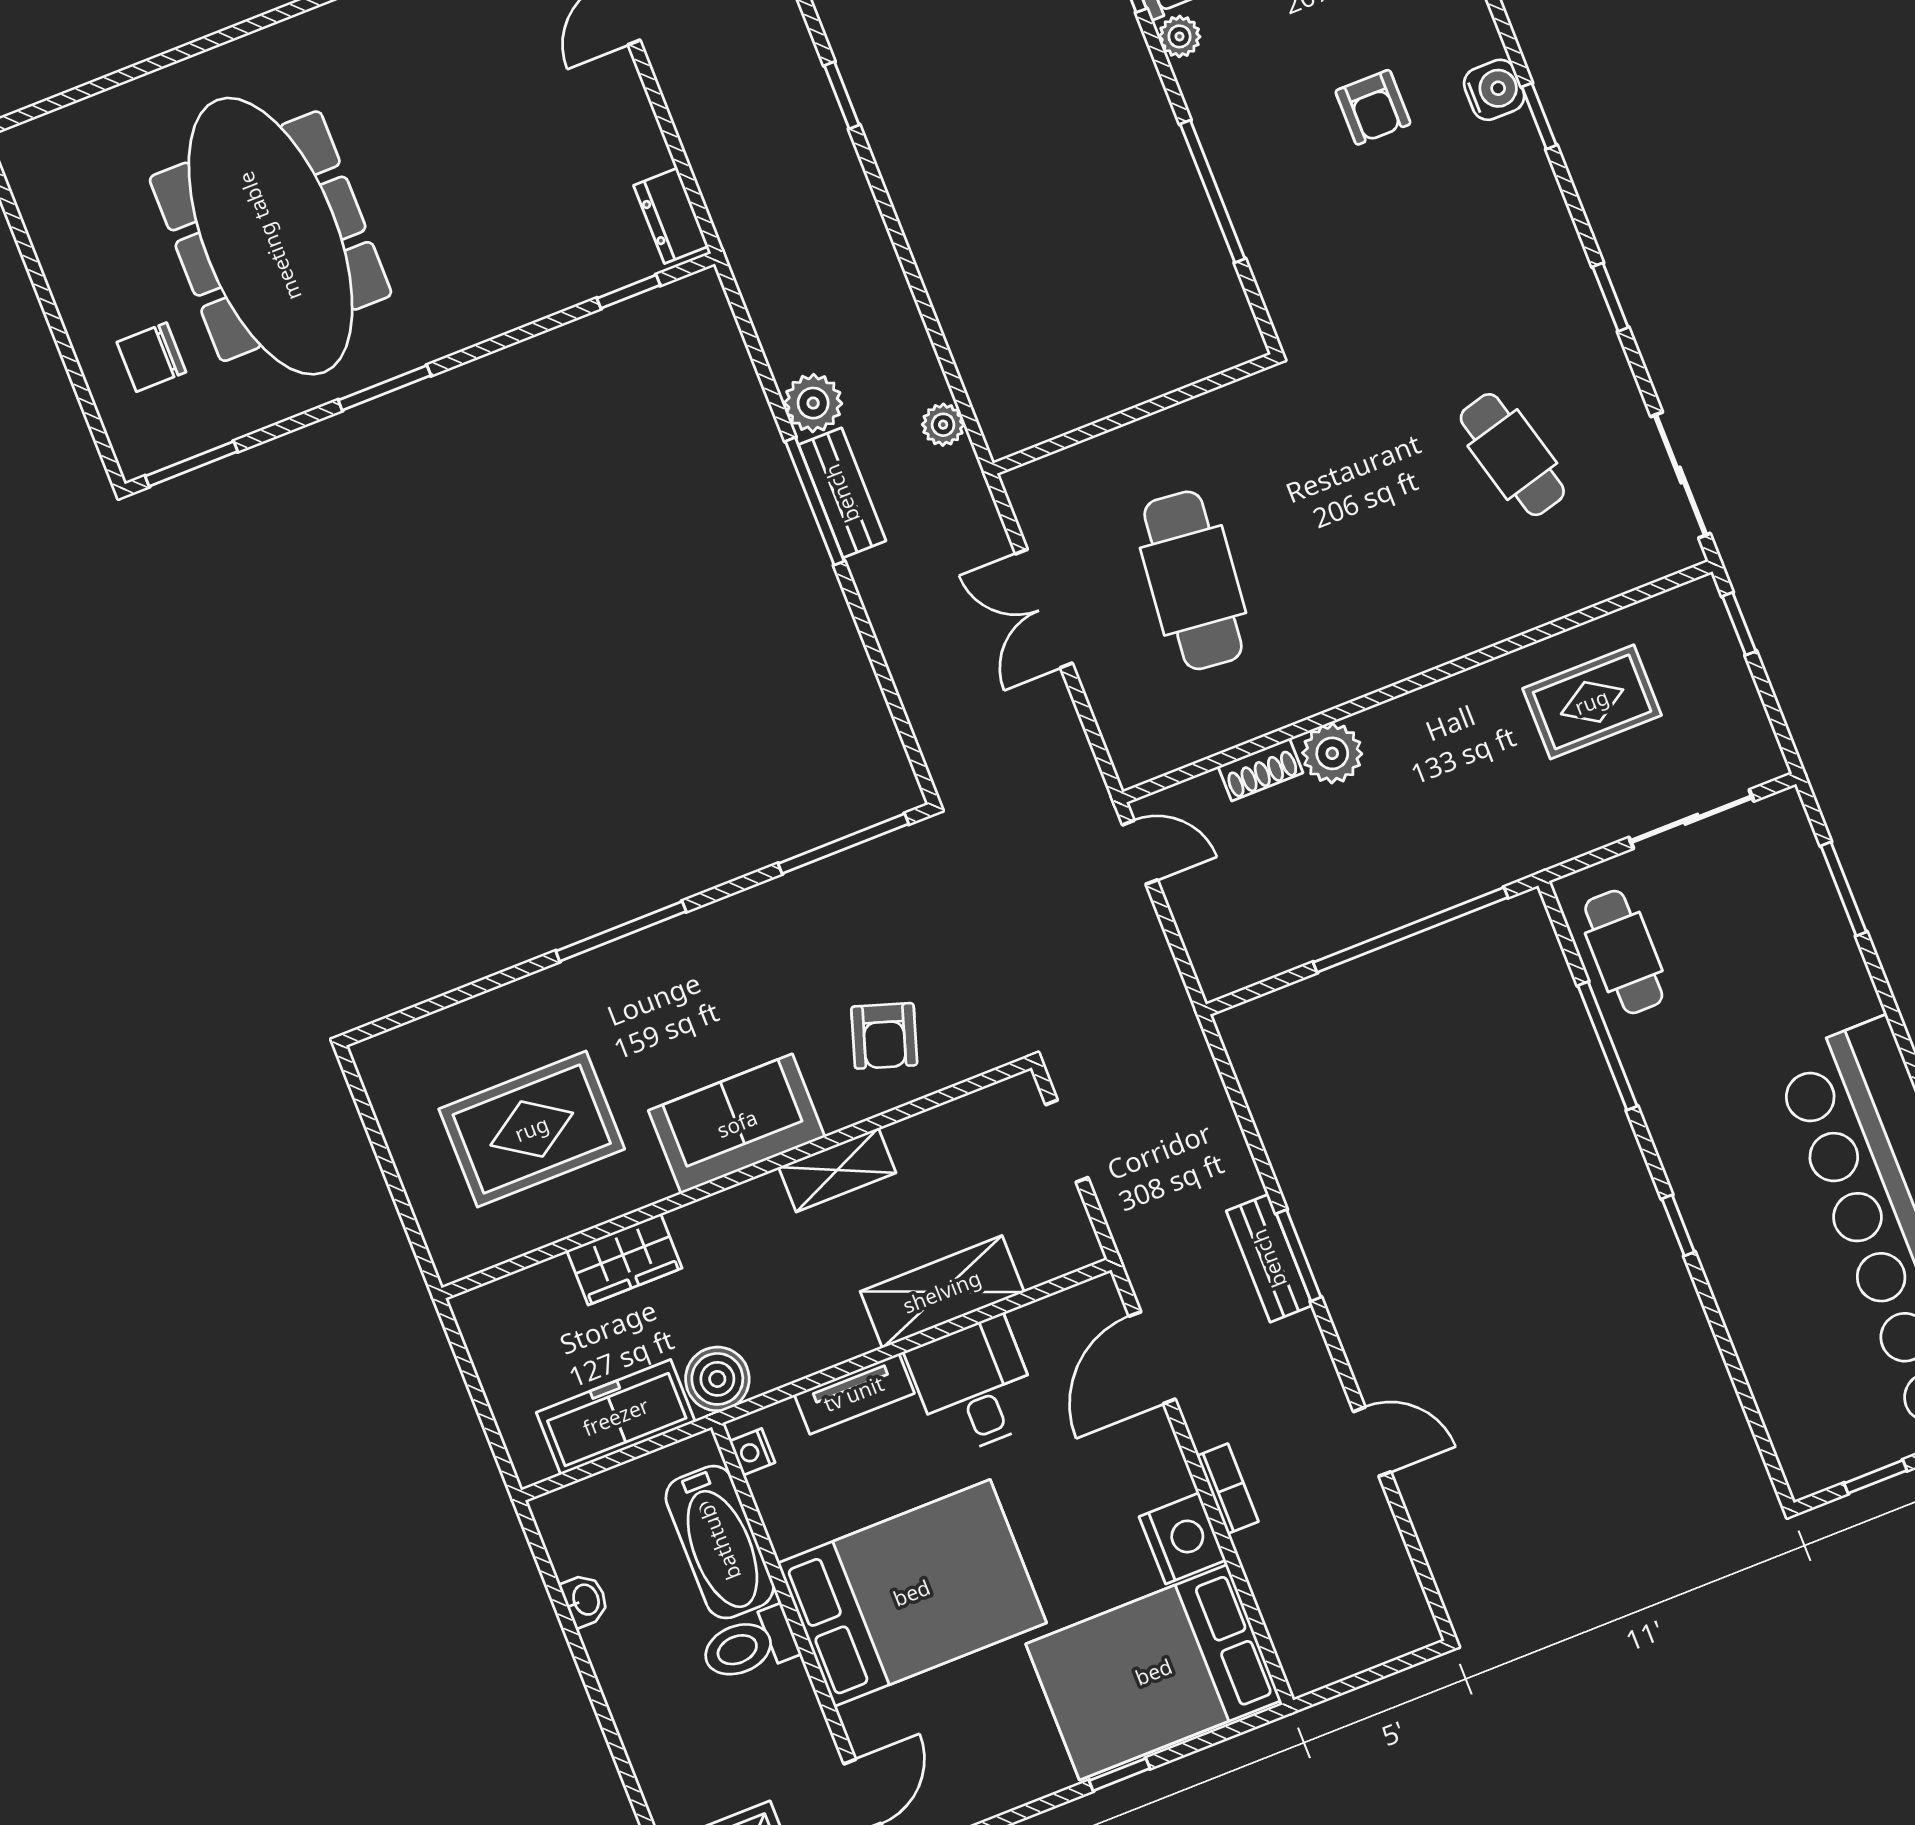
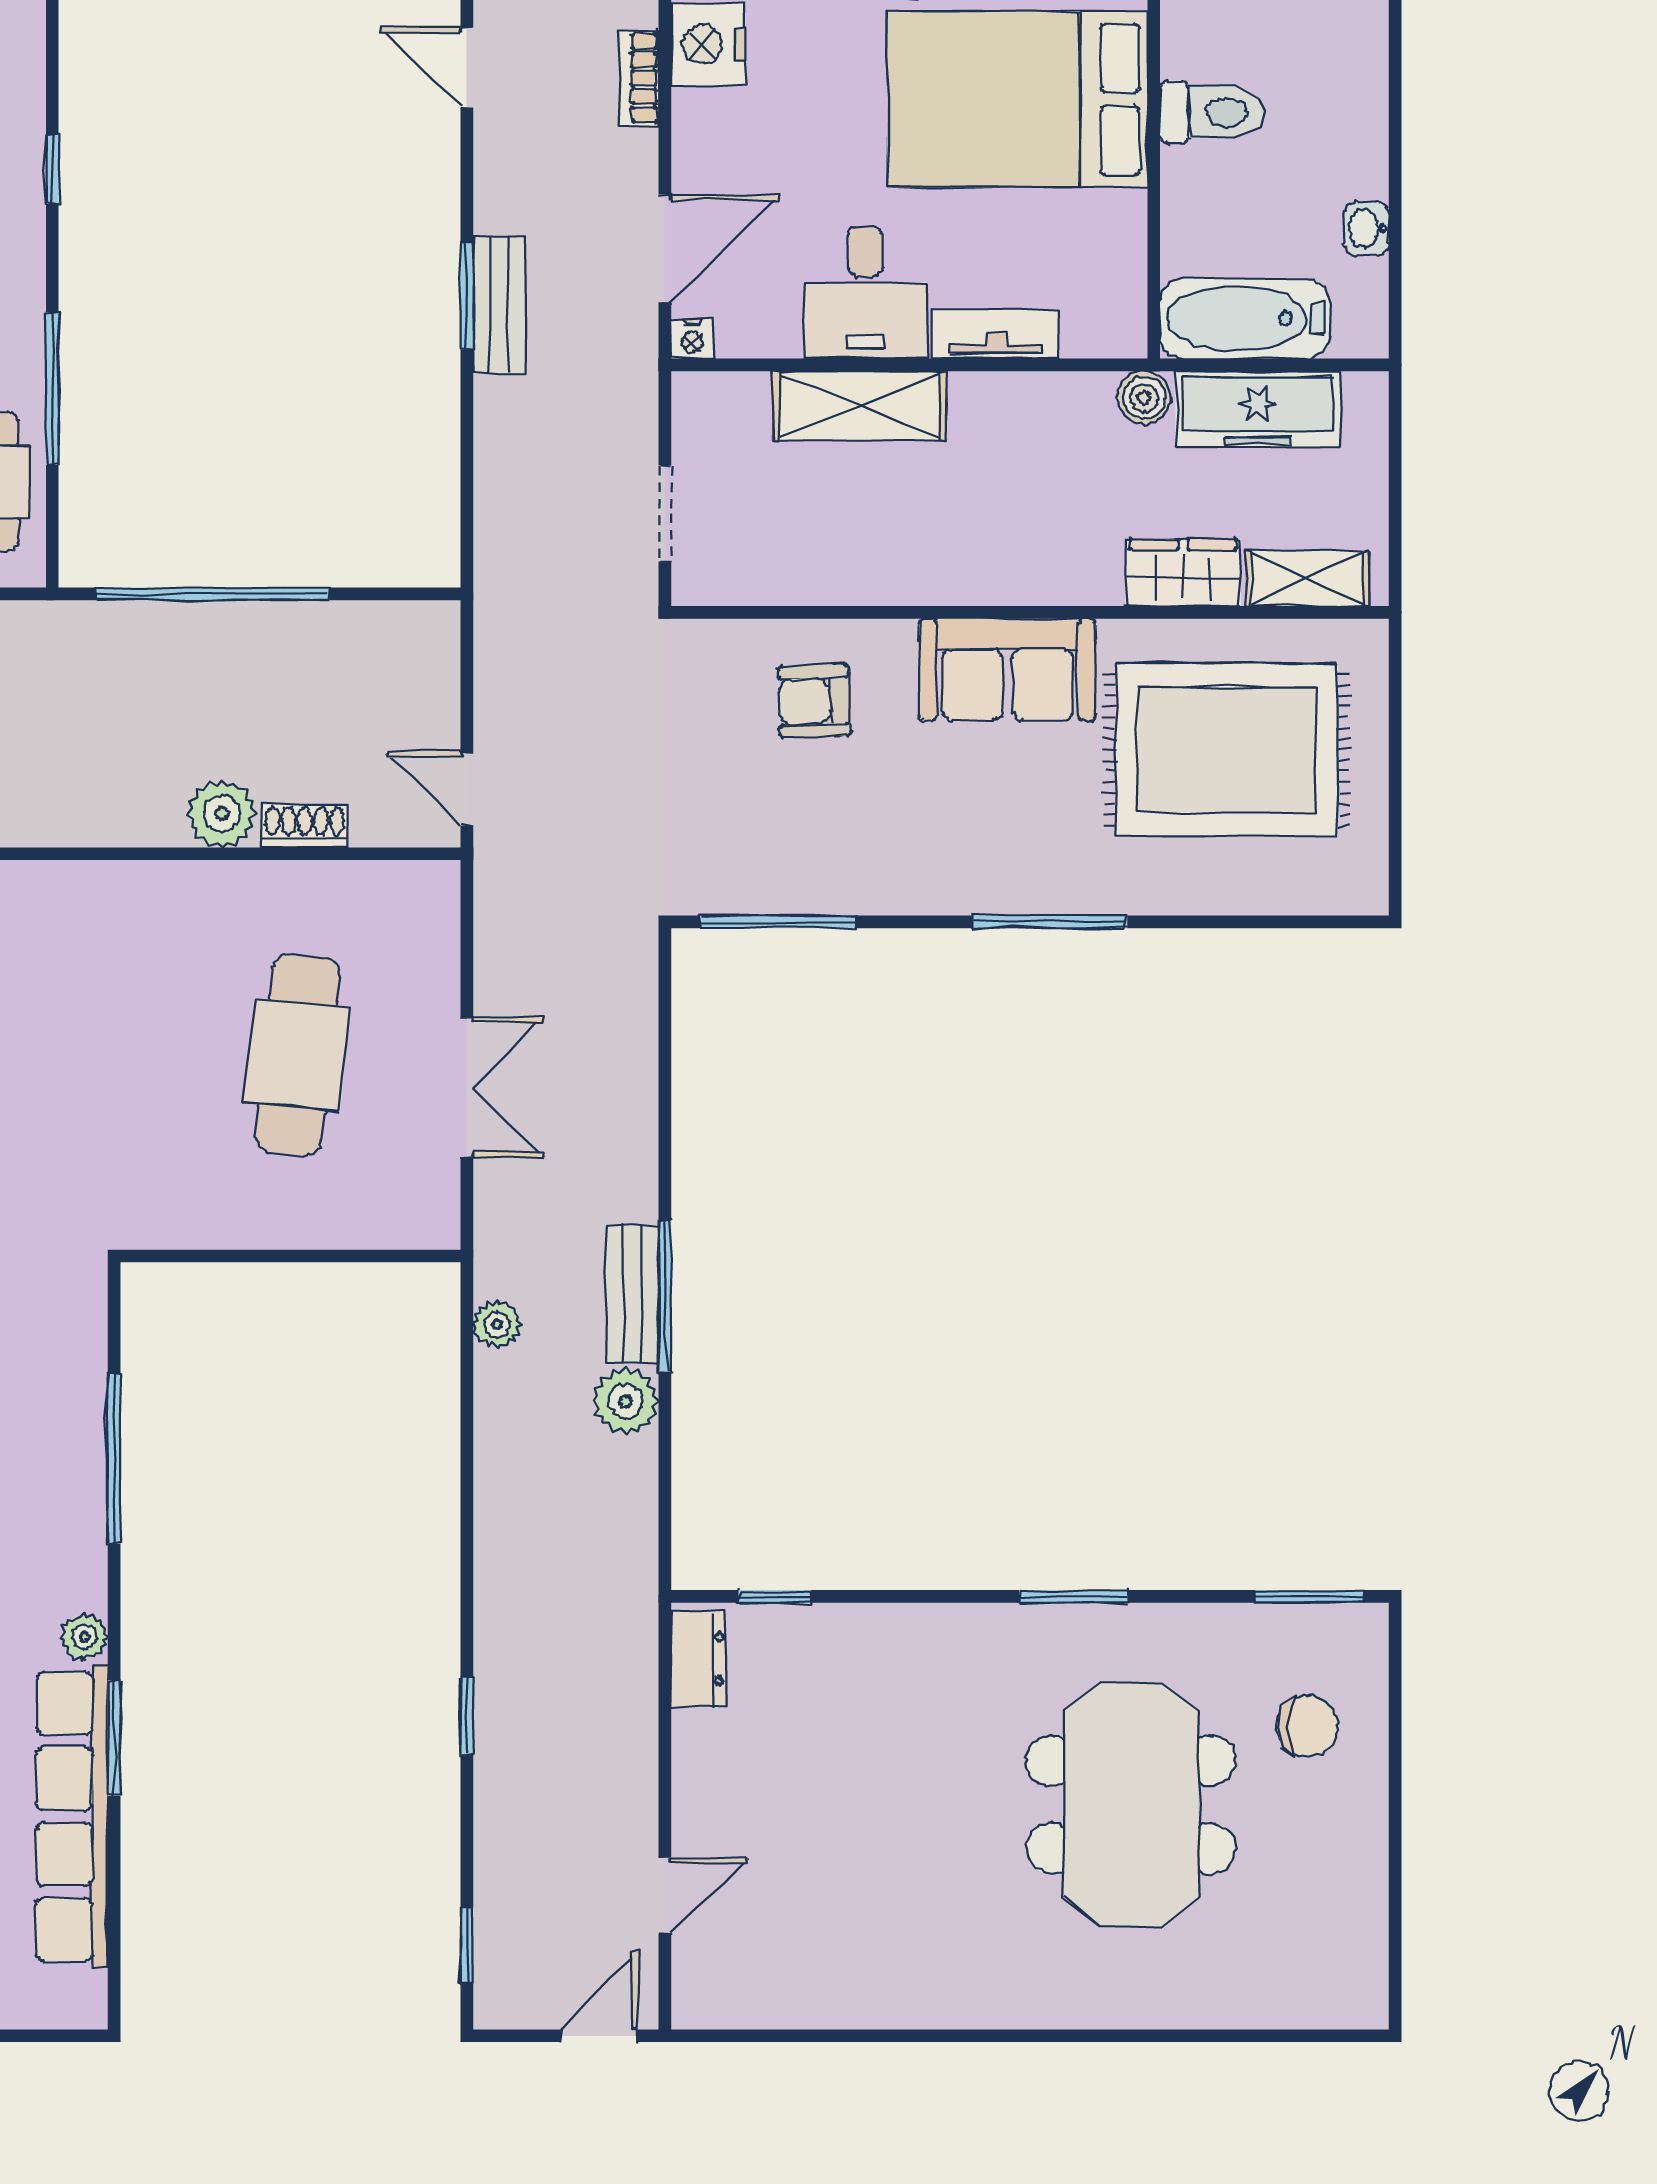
meeting table: (270, 236) -> (1131, 1805), width x0.73
armchair: (884, 1036) -> (814, 701), turned -110
rug: (532, 1129) -> (1227, 750), width x1.37, depth x1.44
shelving: (837, 1170) -> (1307, 579), moved
boiler: (717, 1379) -> (1144, 398), width x0.73, depth x0.73
nightstand: (752, 1452) -> (692, 339), moved, turned 90
bathtub: (720, 1542) -> (1245, 319), moved, turned -90

